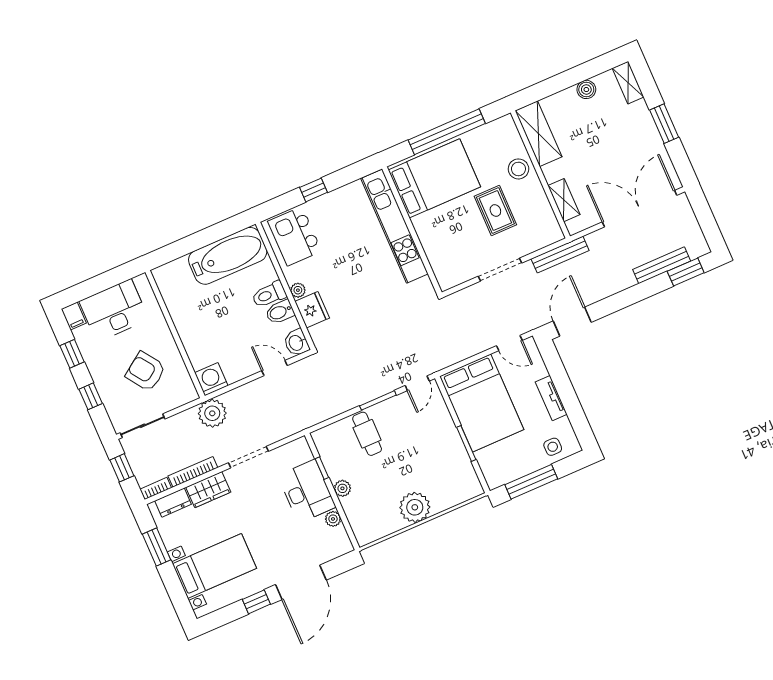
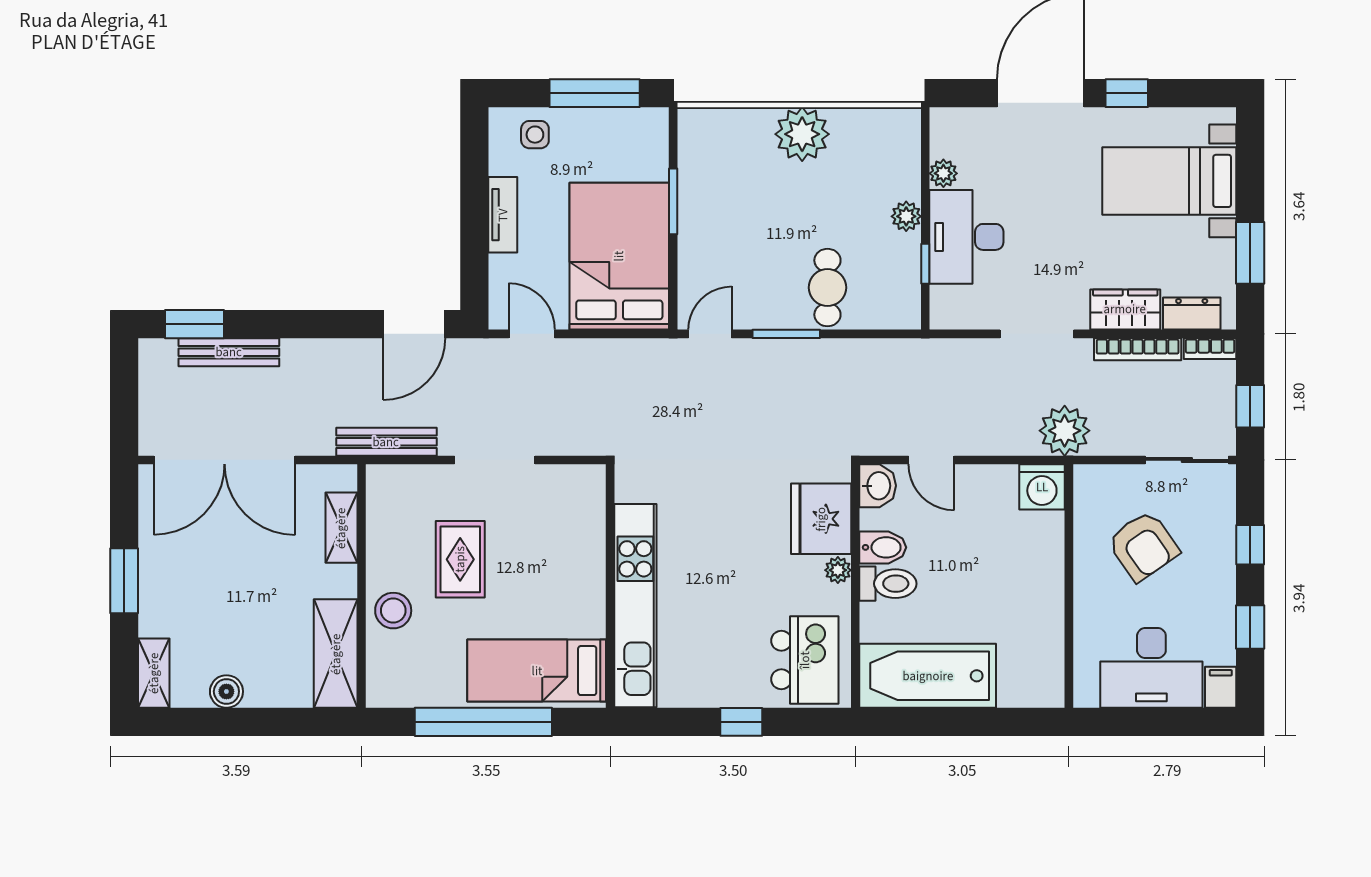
bed: (434, 178) -> (537, 671), width x0.67
fridge: (312, 310) -> (821, 519), width x1.36, depth x1.34

